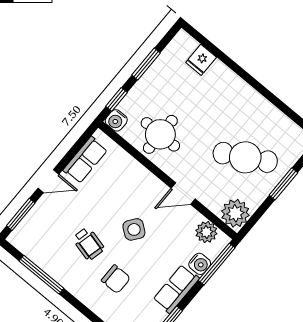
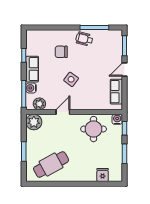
cafe table: (245, 157) -> (51, 164), moved
wheelchair: (88, 244) -> (84, 39), moved

